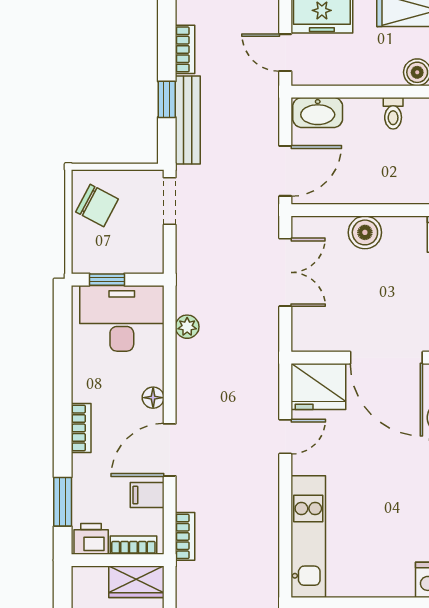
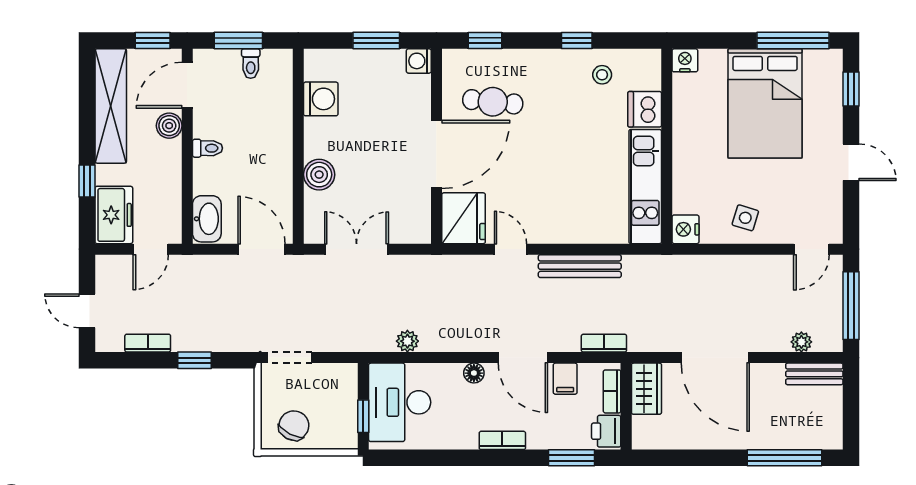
bench: (188, 120) -> (580, 266), moved
kitchen unit: (308, 537) -> (645, 187), moved, turned -90

